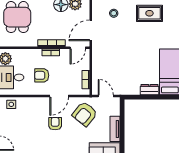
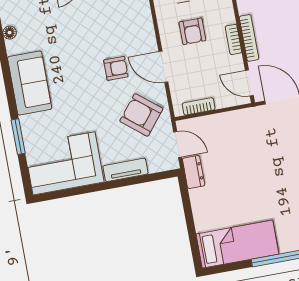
armchair: (42, 75) -> (192, 31), turned 180
dresser: (149, 90) -> (194, 172), moved
door: (106, 96) -> (178, 144), hinge flipped

